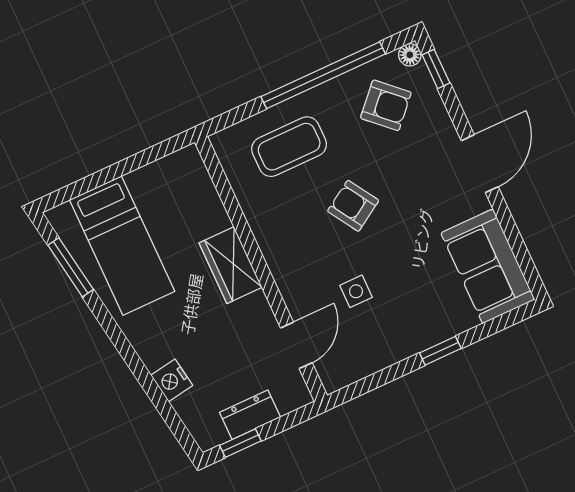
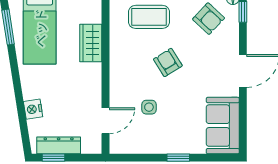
wardrobe: (231, 265) -> (91, 43), moved
dresser: (250, 415) -> (59, 145), width x1.44

